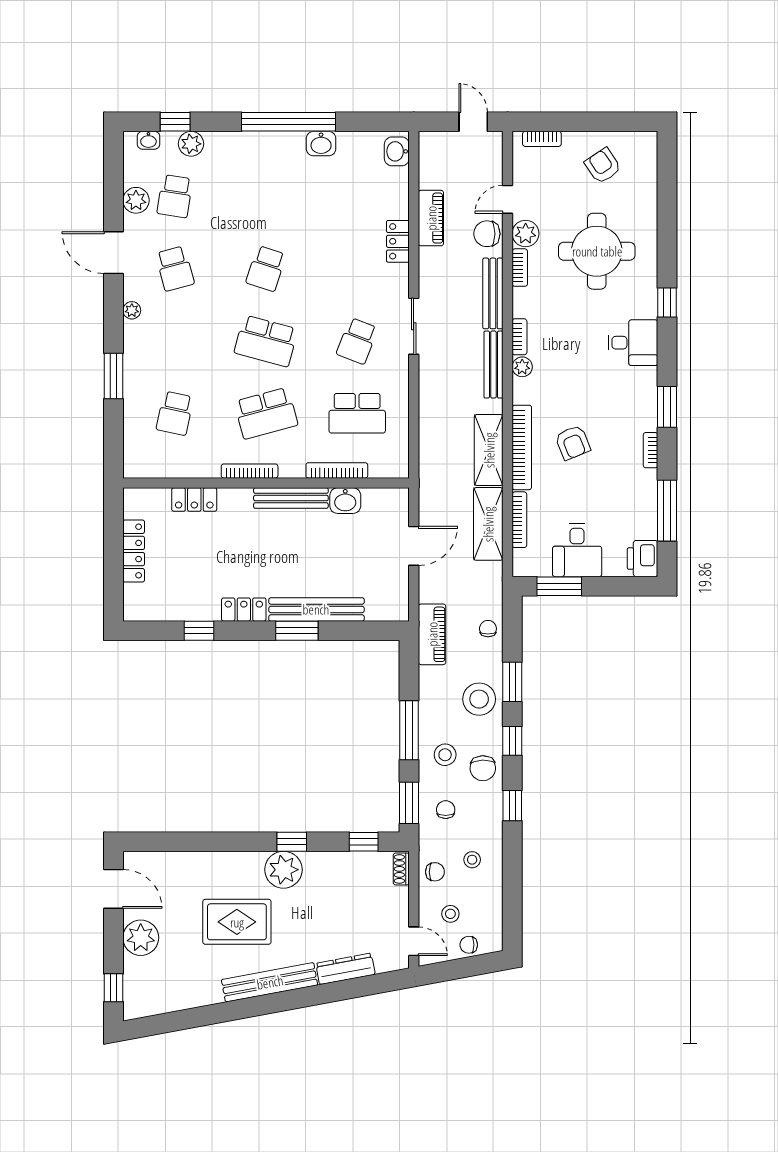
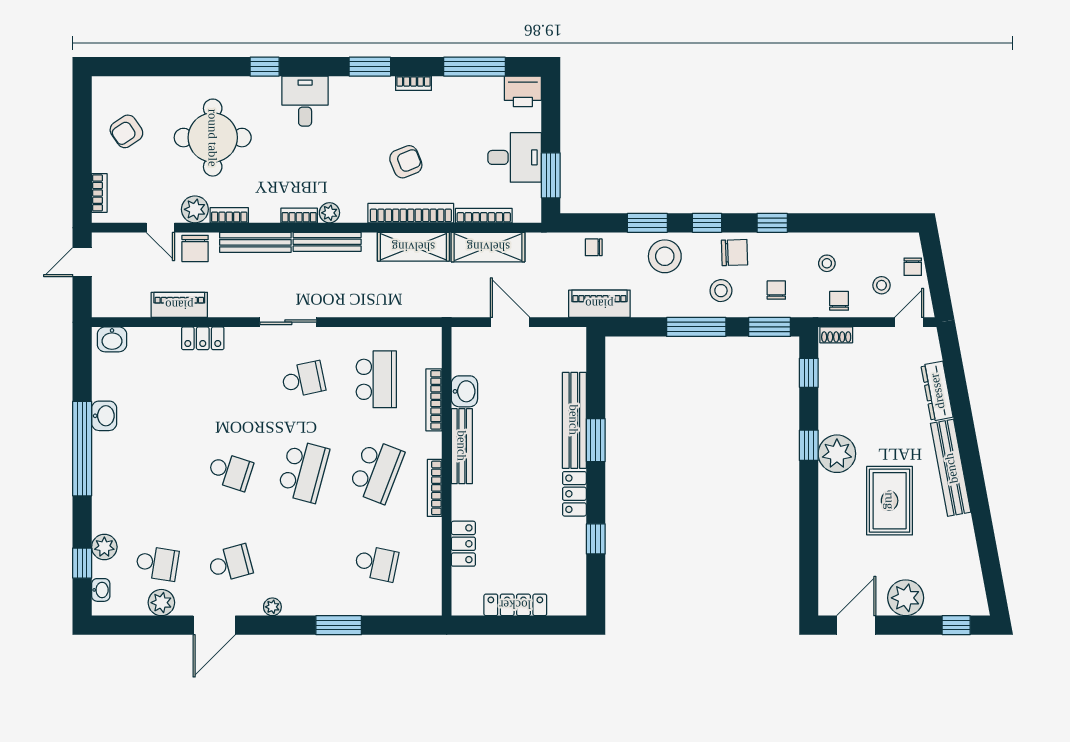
school desk: (357, 341) -> (303, 379), turned -33
school desk: (266, 413) -> (376, 471), turned 36
chair: (446, 810) -> (776, 290), turned 90

